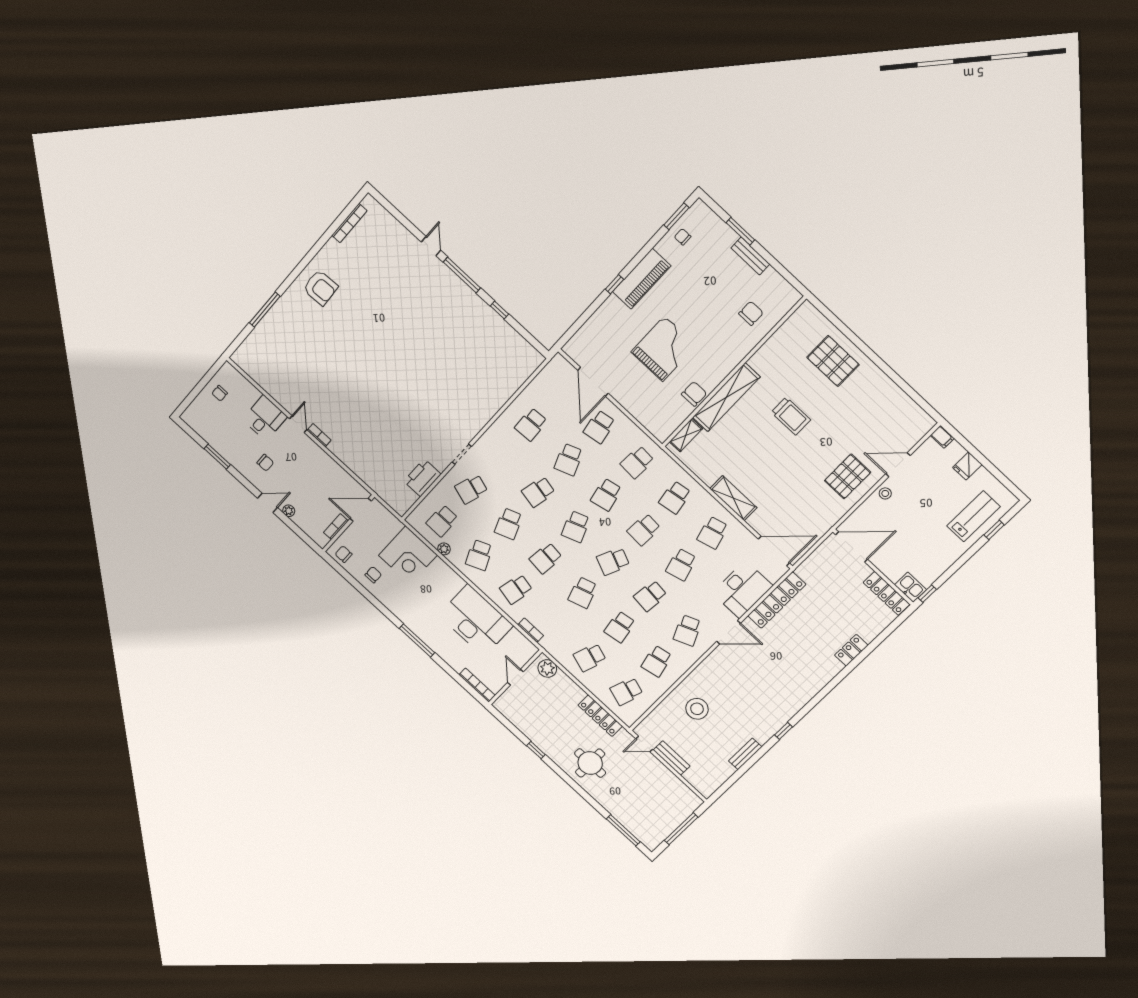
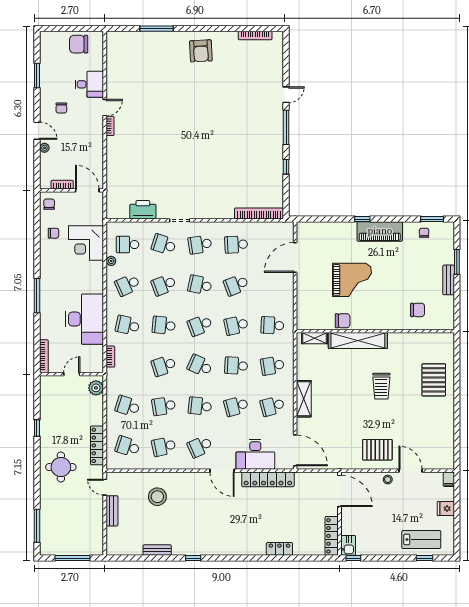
bookcase: (521, 376) -> (259, 213), added
chair: (220, 393) -> (79, 44), width x1.87, depth x1.87
school desk: (599, 427) -> (200, 245), moved

